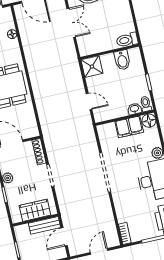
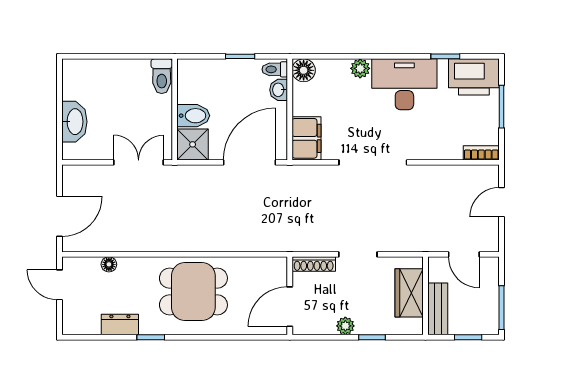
double door: (71, 23) -> (139, 162), moved
bidet: (122, 60) -> (193, 116), moved
door: (89, 102) -> (249, 162), width x1.88
filing cabinet: (129, 127) -> (306, 138), moved
bench: (44, 225) -> (438, 309), moved
door: (99, 251) -> (501, 202), hinge flipped

